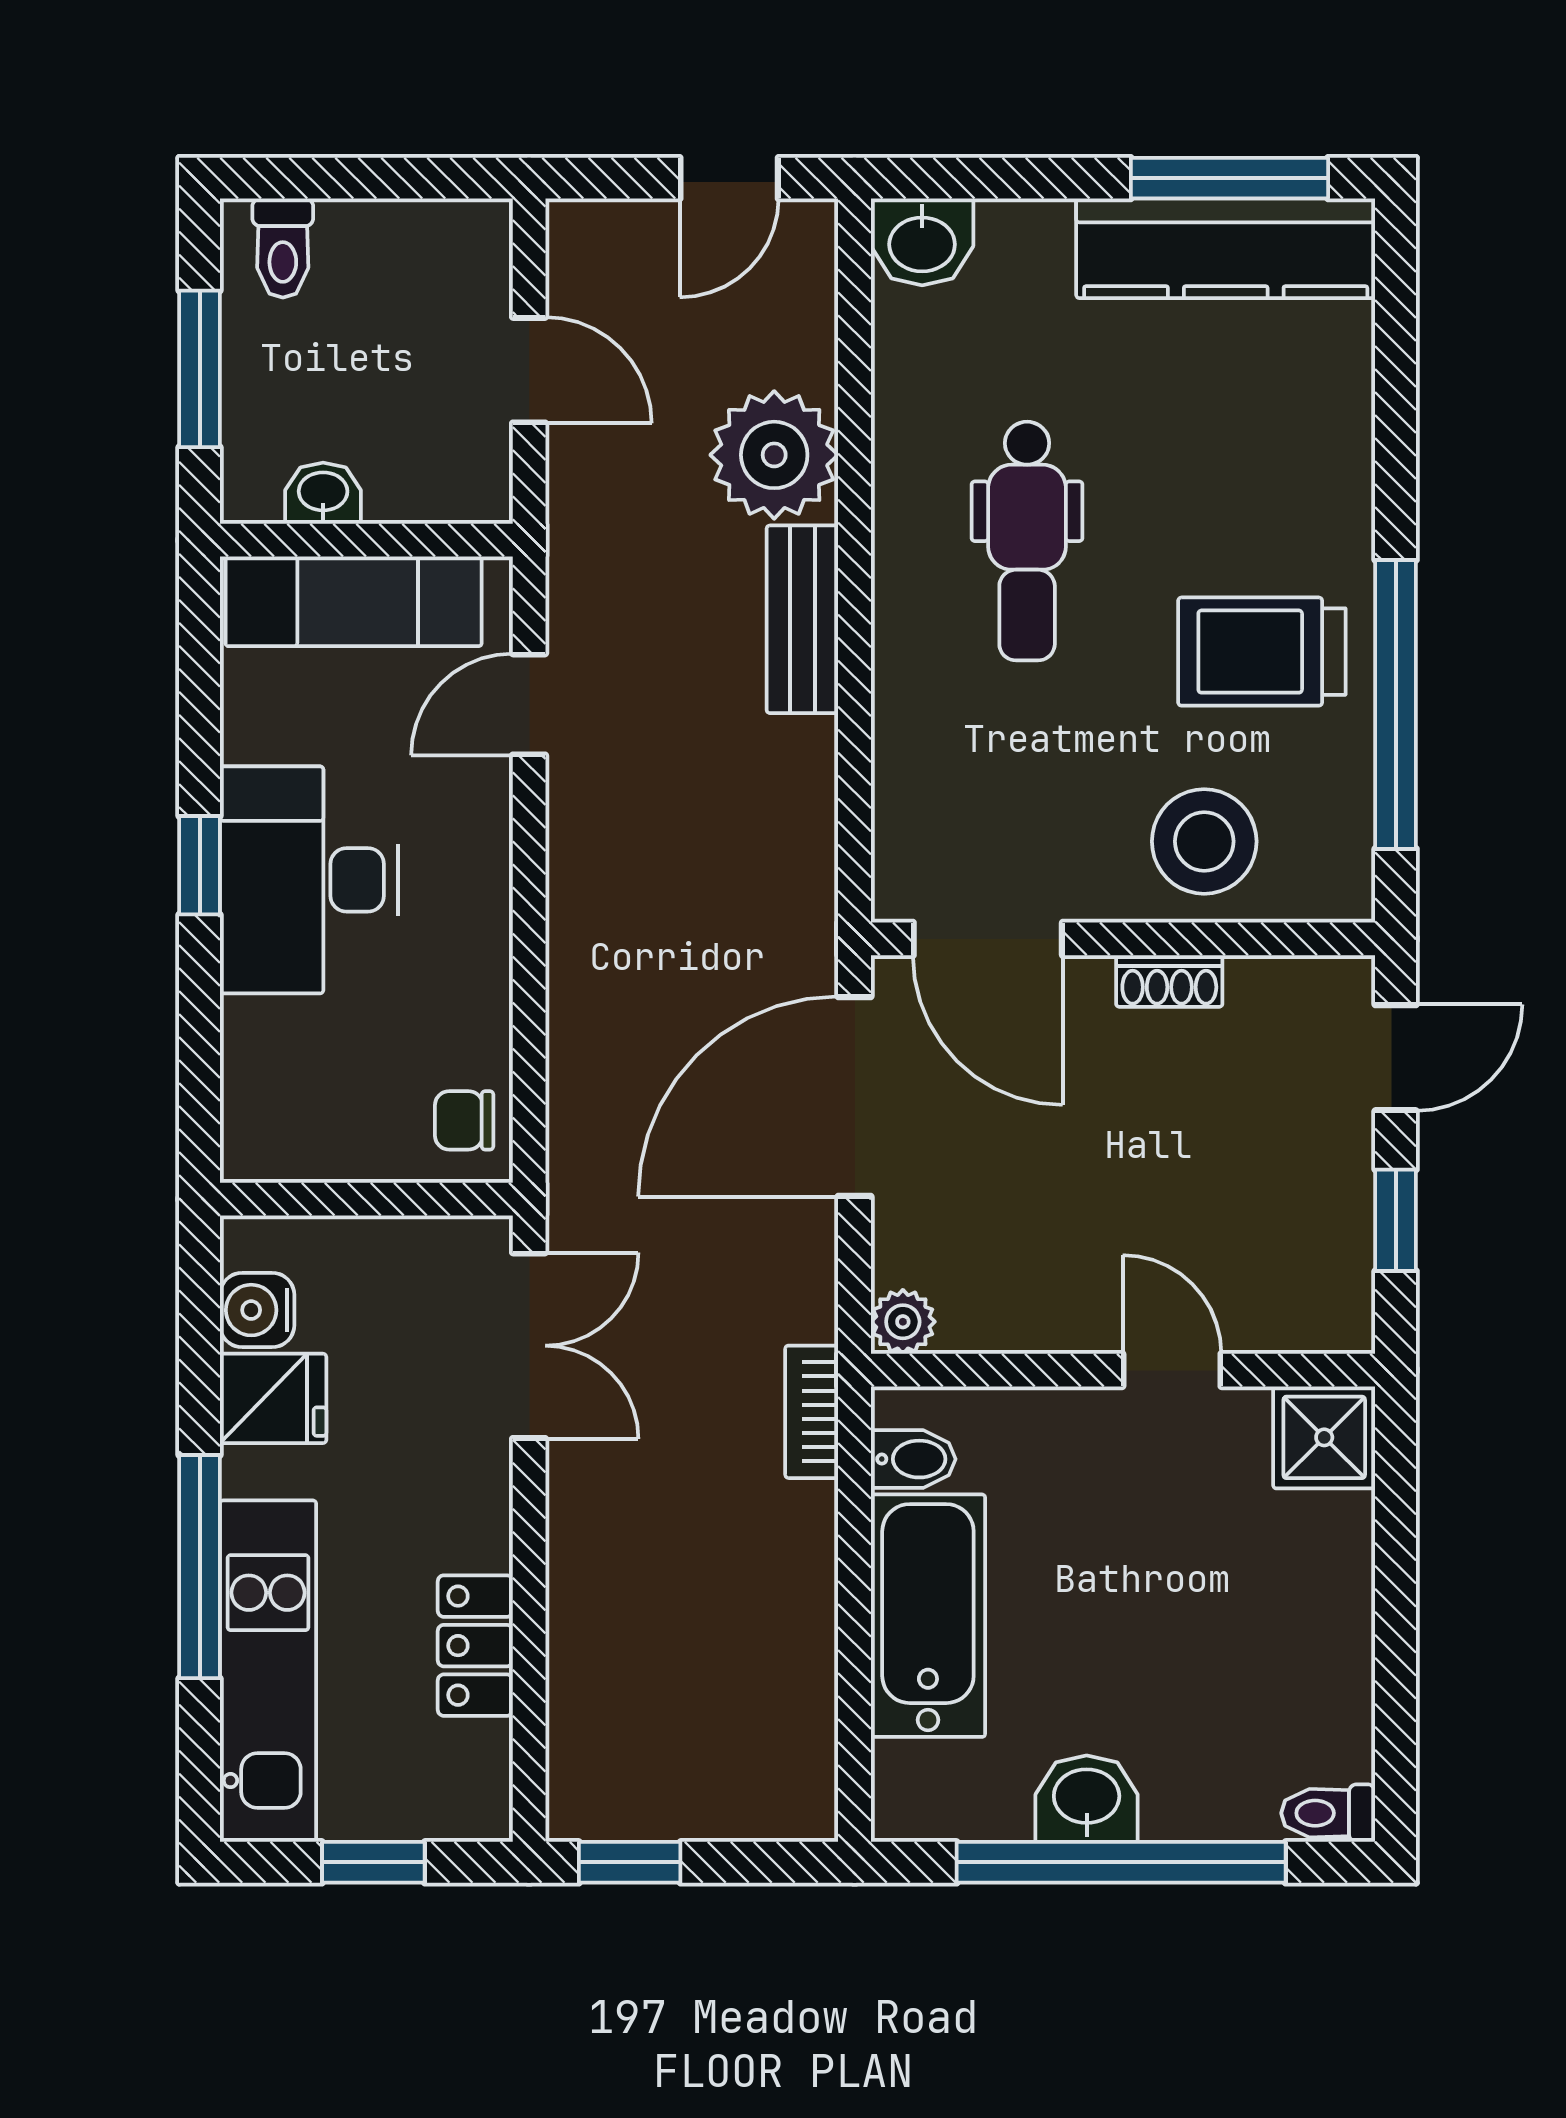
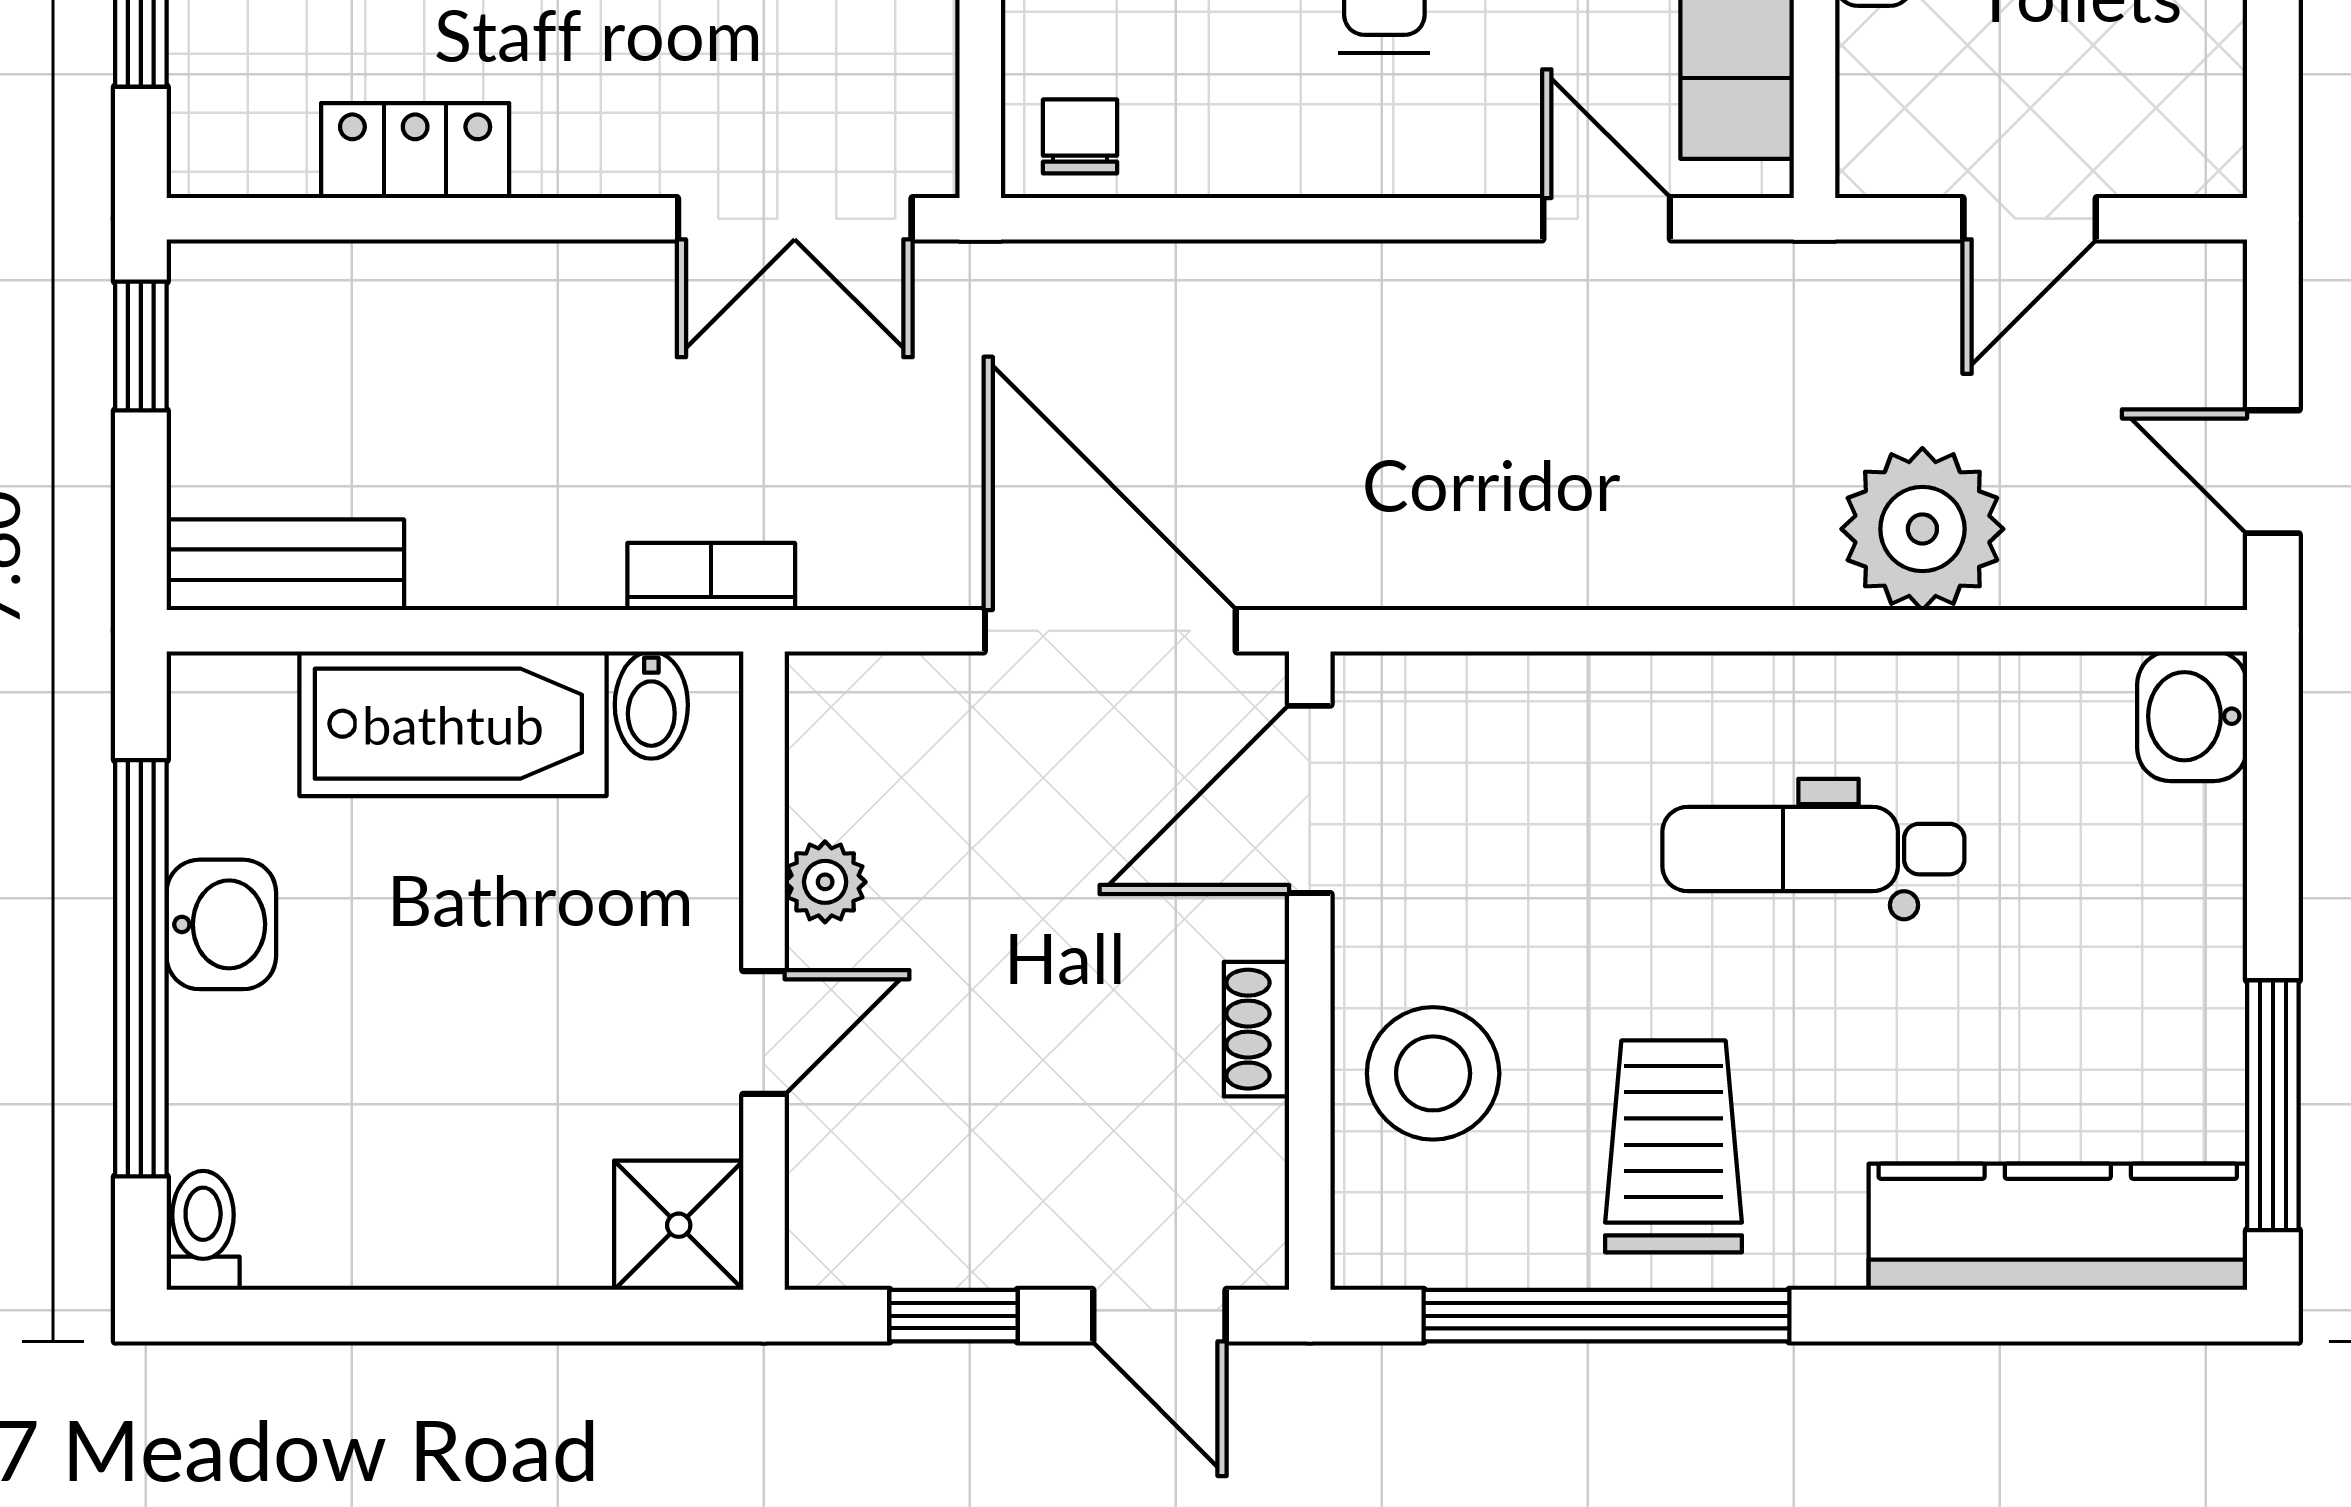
kitchen counter: (1226, 248) -> (2058, 1227), moved, turned 90
bench: (802, 619) -> (285, 565), moved
plant: (903, 1322) -> (825, 882), moved

